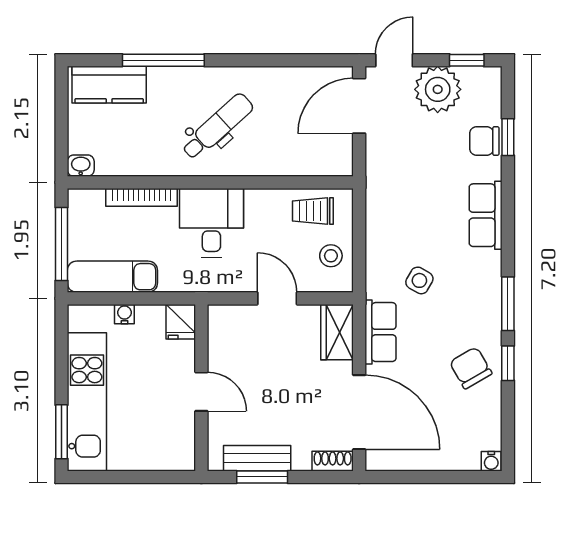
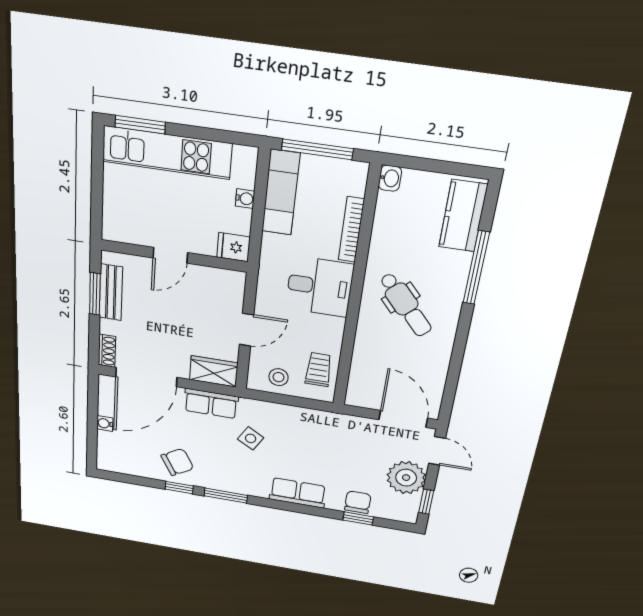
water cooler: (491, 461) -> (105, 423), moved

